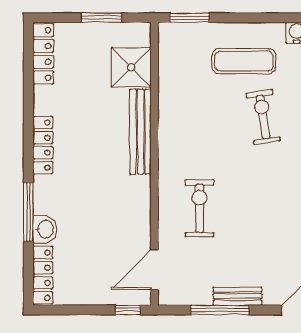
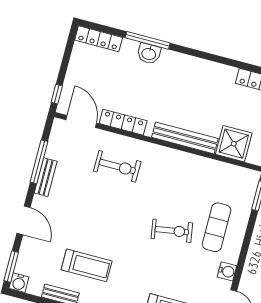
locker: (43, 145) -> (123, 122), moved, turned 180
washbasin: (45, 229) -> (149, 54), moved

